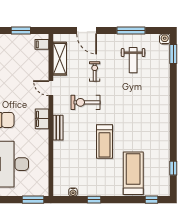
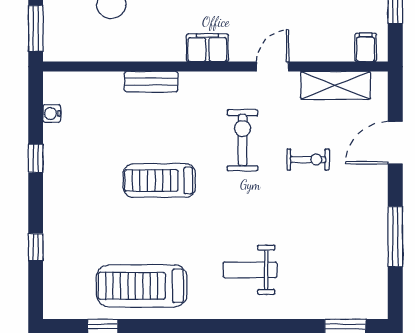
water cooler: (165, 39) -> (377, 308), removed
weight bench: (133, 60) -> (250, 270), moved
bench: (58, 128) -> (151, 82), moved
treadmill: (133, 173) -> (142, 286), moved, turned 180
window: (152, 200) -> (36, 247), moved

